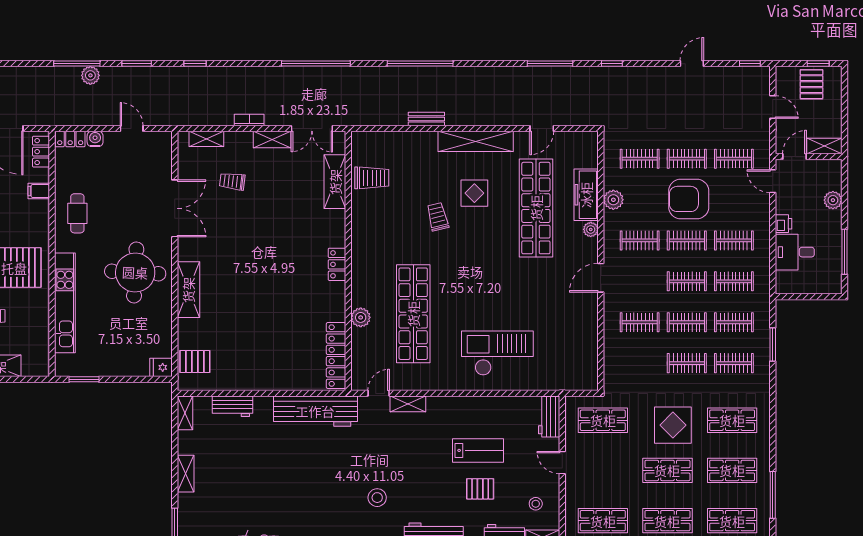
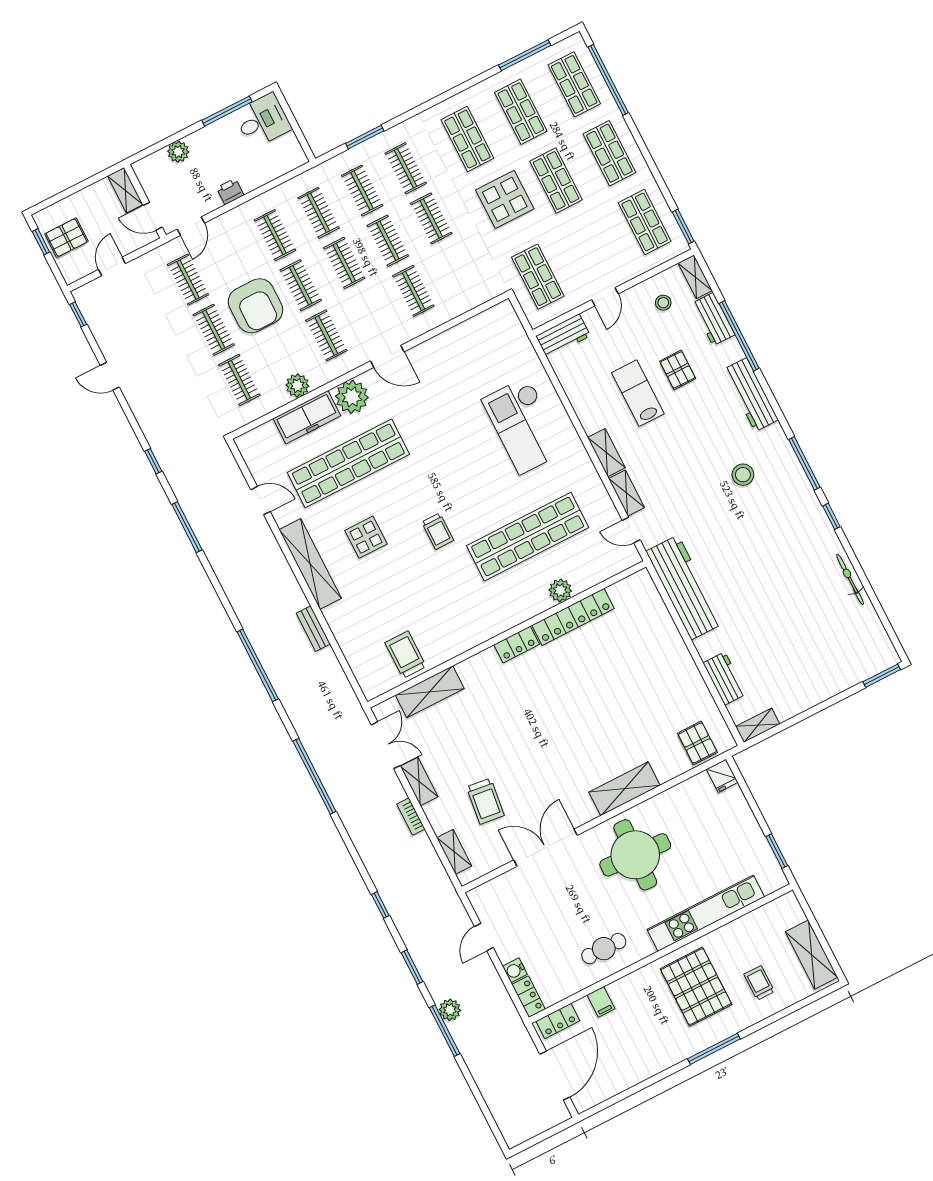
trolley: (232, 181) -> (485, 801), width x1.36, depth x1.39
trolley: (438, 217) -> (438, 531), moved, turned -76
plant: (591, 229) -> (352, 397), width x1.88, depth x1.88
desk: (795, 252) -> (263, 121), moved, turned -90
locker: (336, 356) -> (573, 617), moved
shelving: (186, 474) -> (606, 453), moved, turned 90

